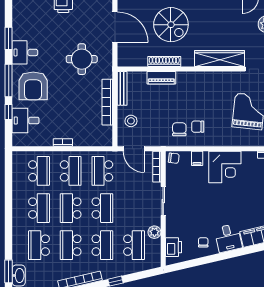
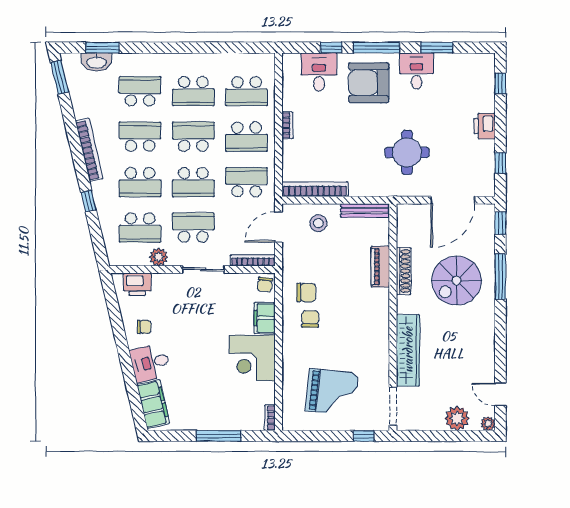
bookcase: (107, 102) -> (315, 189), moved
filing cabinet: (197, 158) -> (265, 318), width x2.00
school desk: (134, 208) -> (193, 228), added

